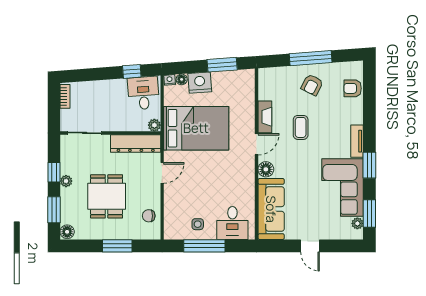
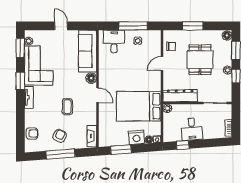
desk: (143, 93) -> (192, 129), moved
fireplace: (265, 117) -> (92, 136), moved
door: (257, 144) -> (98, 95), swing flipped
door: (162, 173) -> (162, 64), moved

